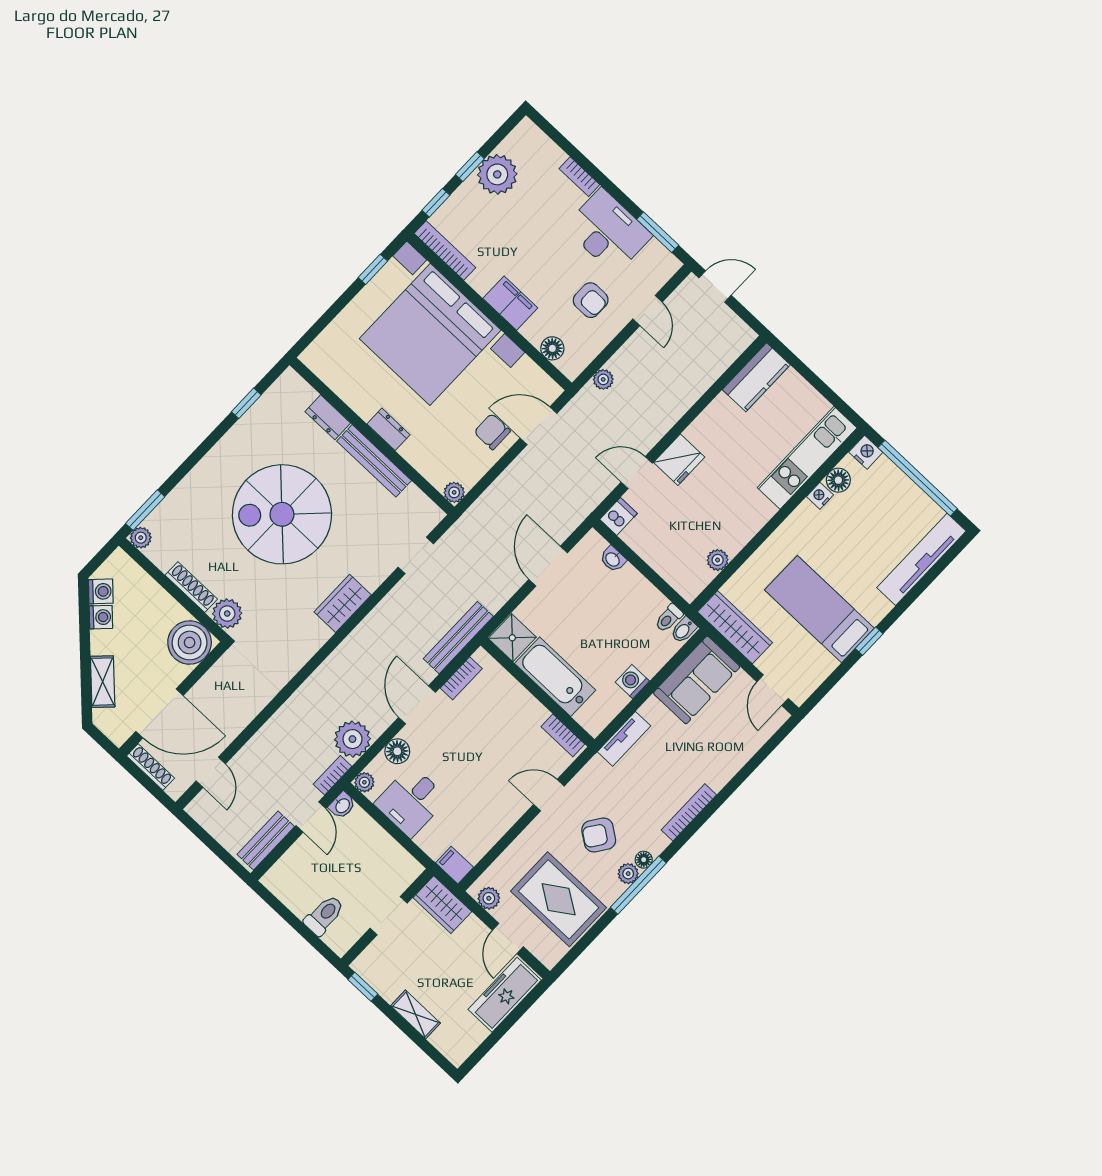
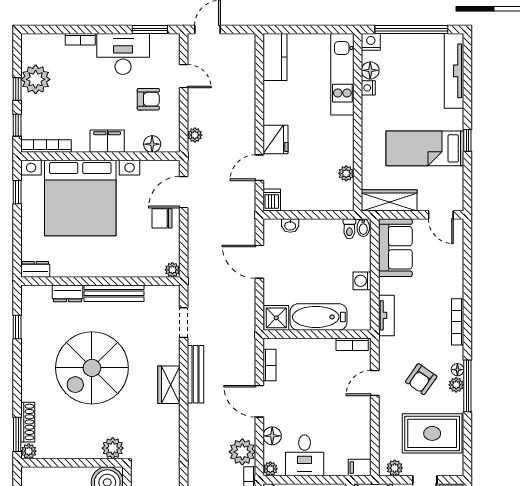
dresser: (388, 429) -> (35, 269), moved
shoe rack: (191, 587) -> (28, 422), moved, turned 90
bench: (458, 638) -> (196, 374), moved

